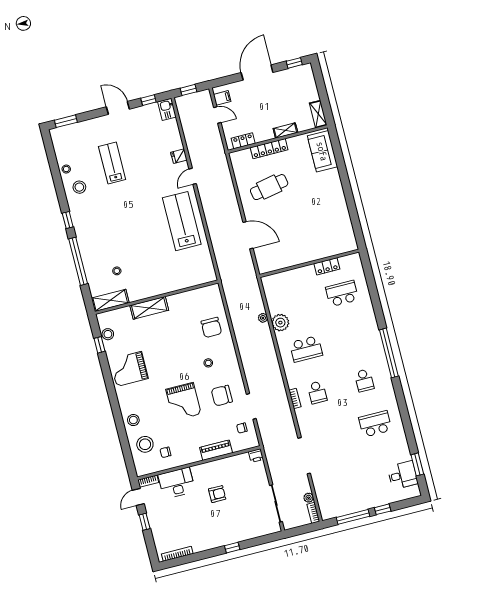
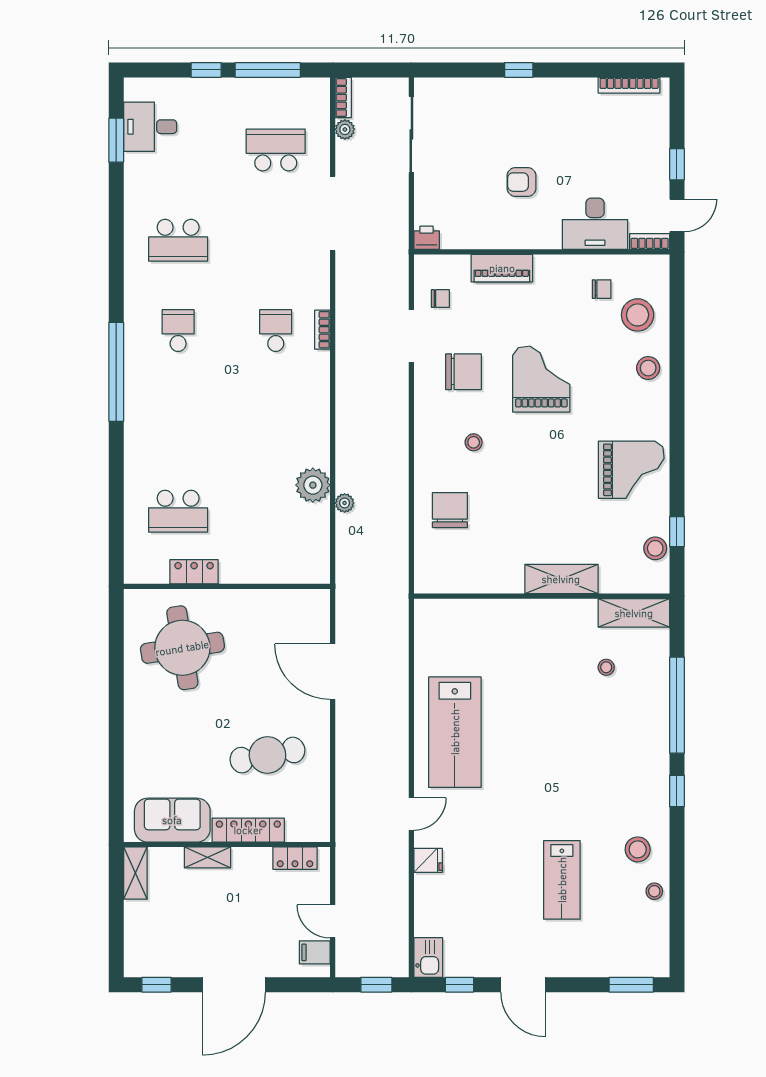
sofa: (322, 151) -> (172, 820), moved, turned -90
round table: (323, 228) -> (182, 648), added
school desk: (306, 349) -> (276, 150), moved

